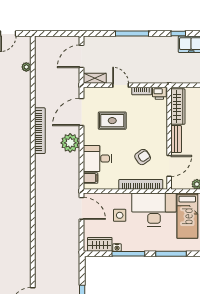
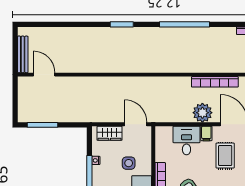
filing cabinet: (91, 178) -> (206, 133), moved
door: (81, 208) -> (136, 124), swing flipped
wardrobe: (100, 244) -> (110, 133), moved, turned 90

